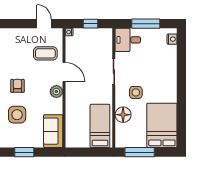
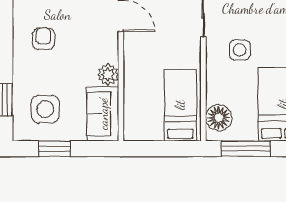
plant: (56, 92) -> (108, 74), moved
side table: (17, 115) -> (45, 109), moved
floor lamp: (123, 115) -> (219, 118), moved

